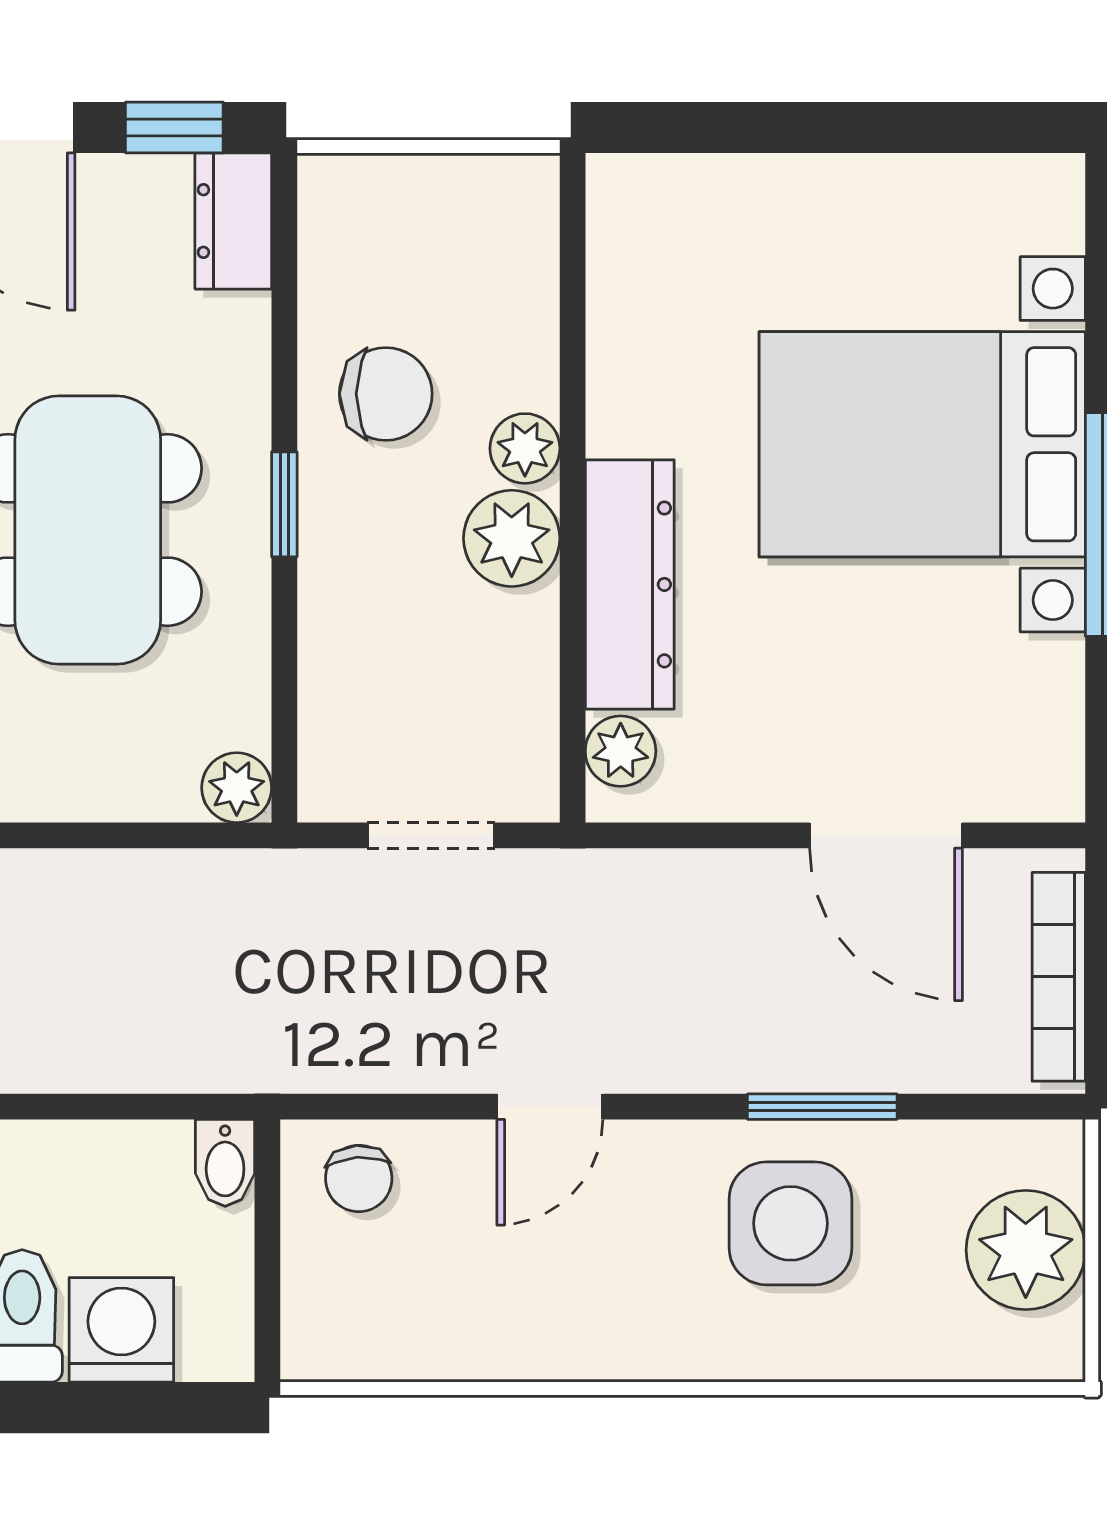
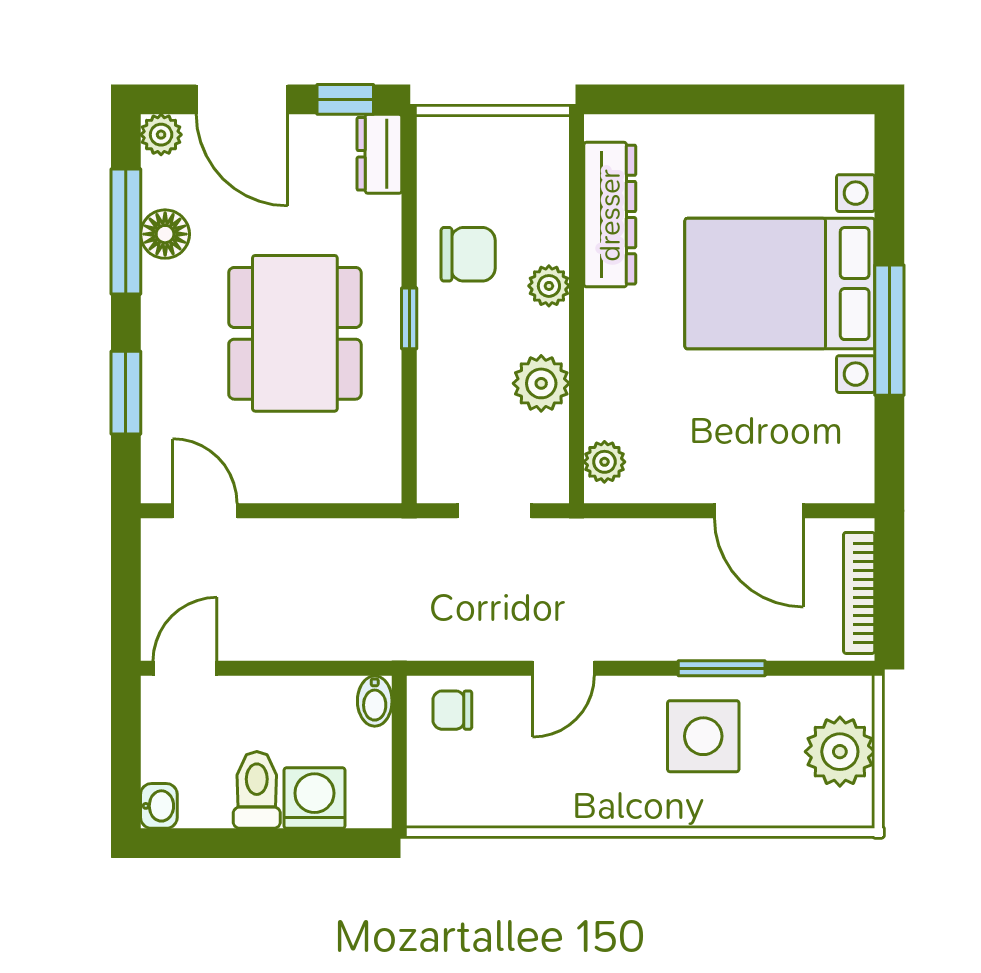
plant: (512, 538) -> (541, 383), moved
dresser: (630, 584) -> (610, 215), moved
plant: (237, 788) -> (381, 483), removed
chair: (359, 1178) -> (452, 710), turned 94

